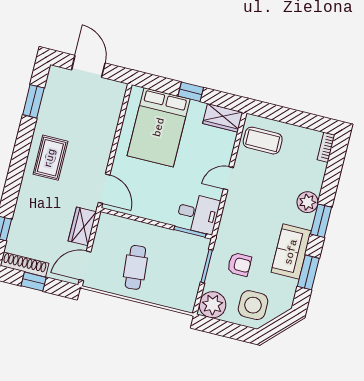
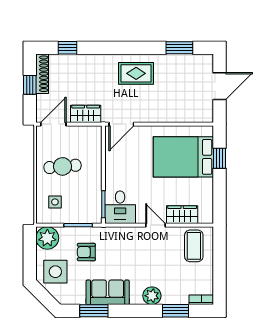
window: (191, 92) -> (220, 158), moved
wardrobe: (223, 118) -> (182, 215), moved, turned 90
window: (321, 221) -> (175, 311), moved
armchair: (239, 264) -> (86, 252), turned 90
door: (85, 266) -> (53, 124), hinge flipped
side table: (174, 286) -> (55, 202), added

